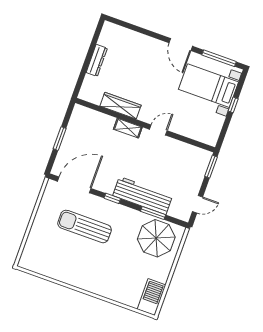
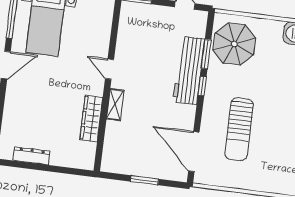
dresser: (97, 60) -> (32, 156), moved
window: (112, 198) -> (202, 86), moved

